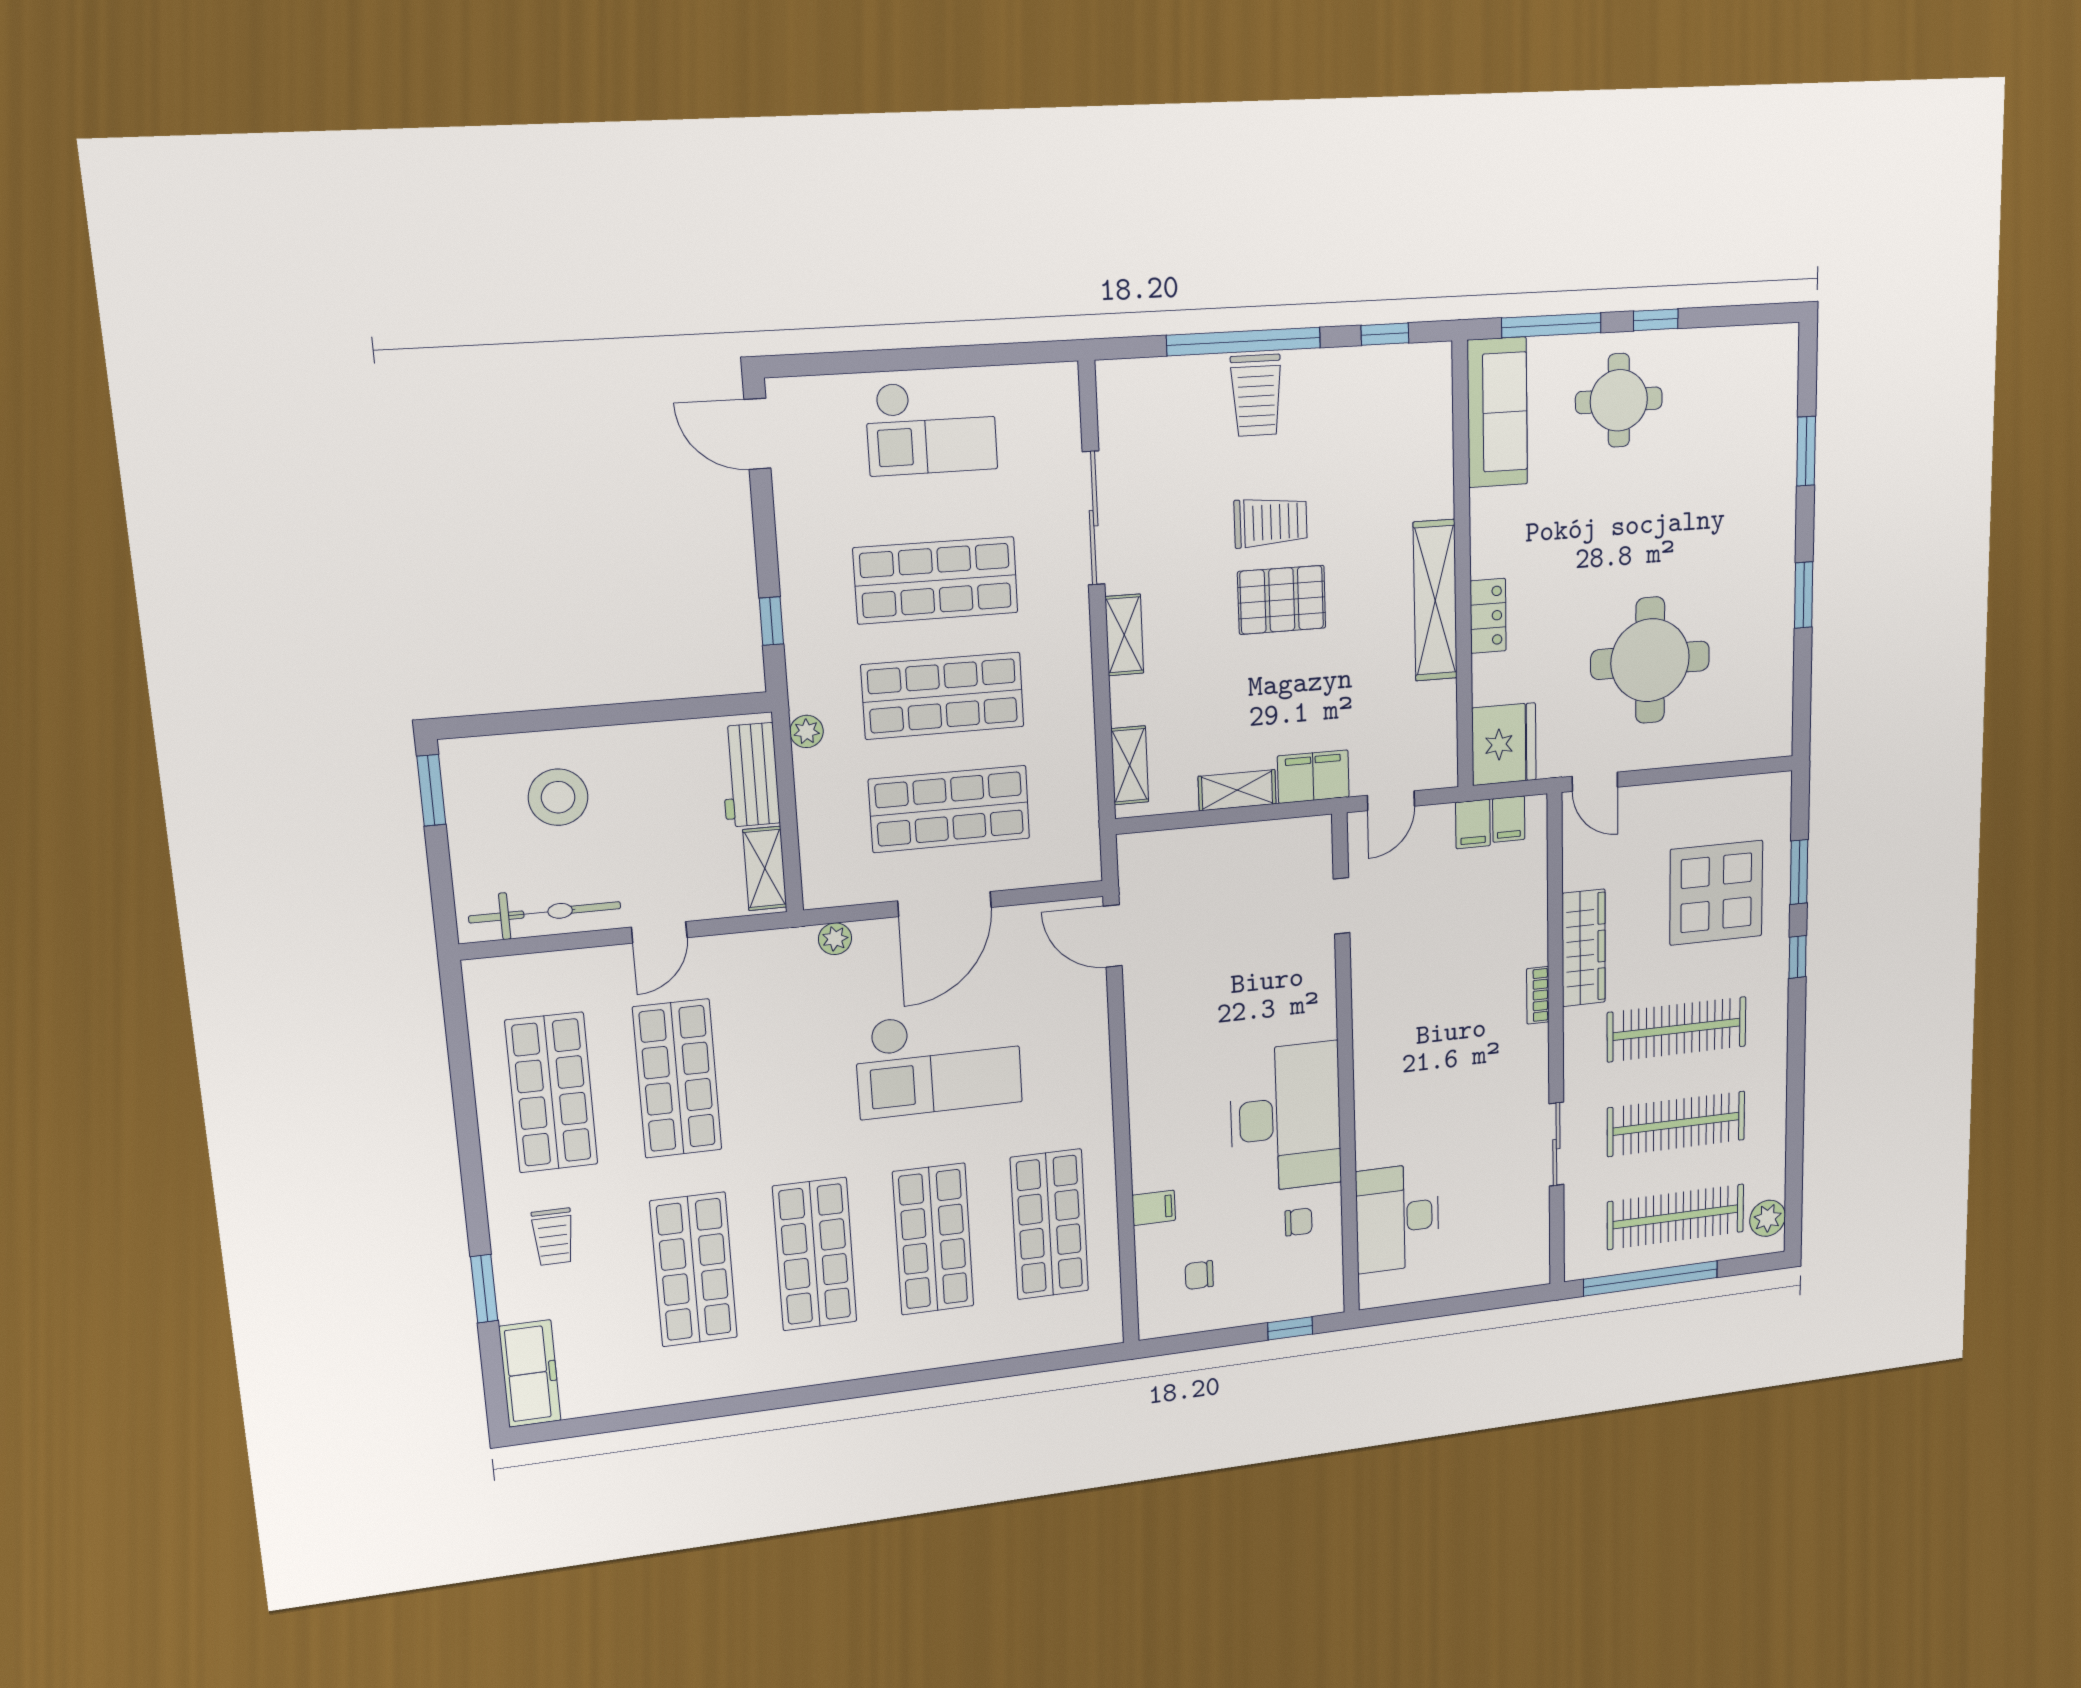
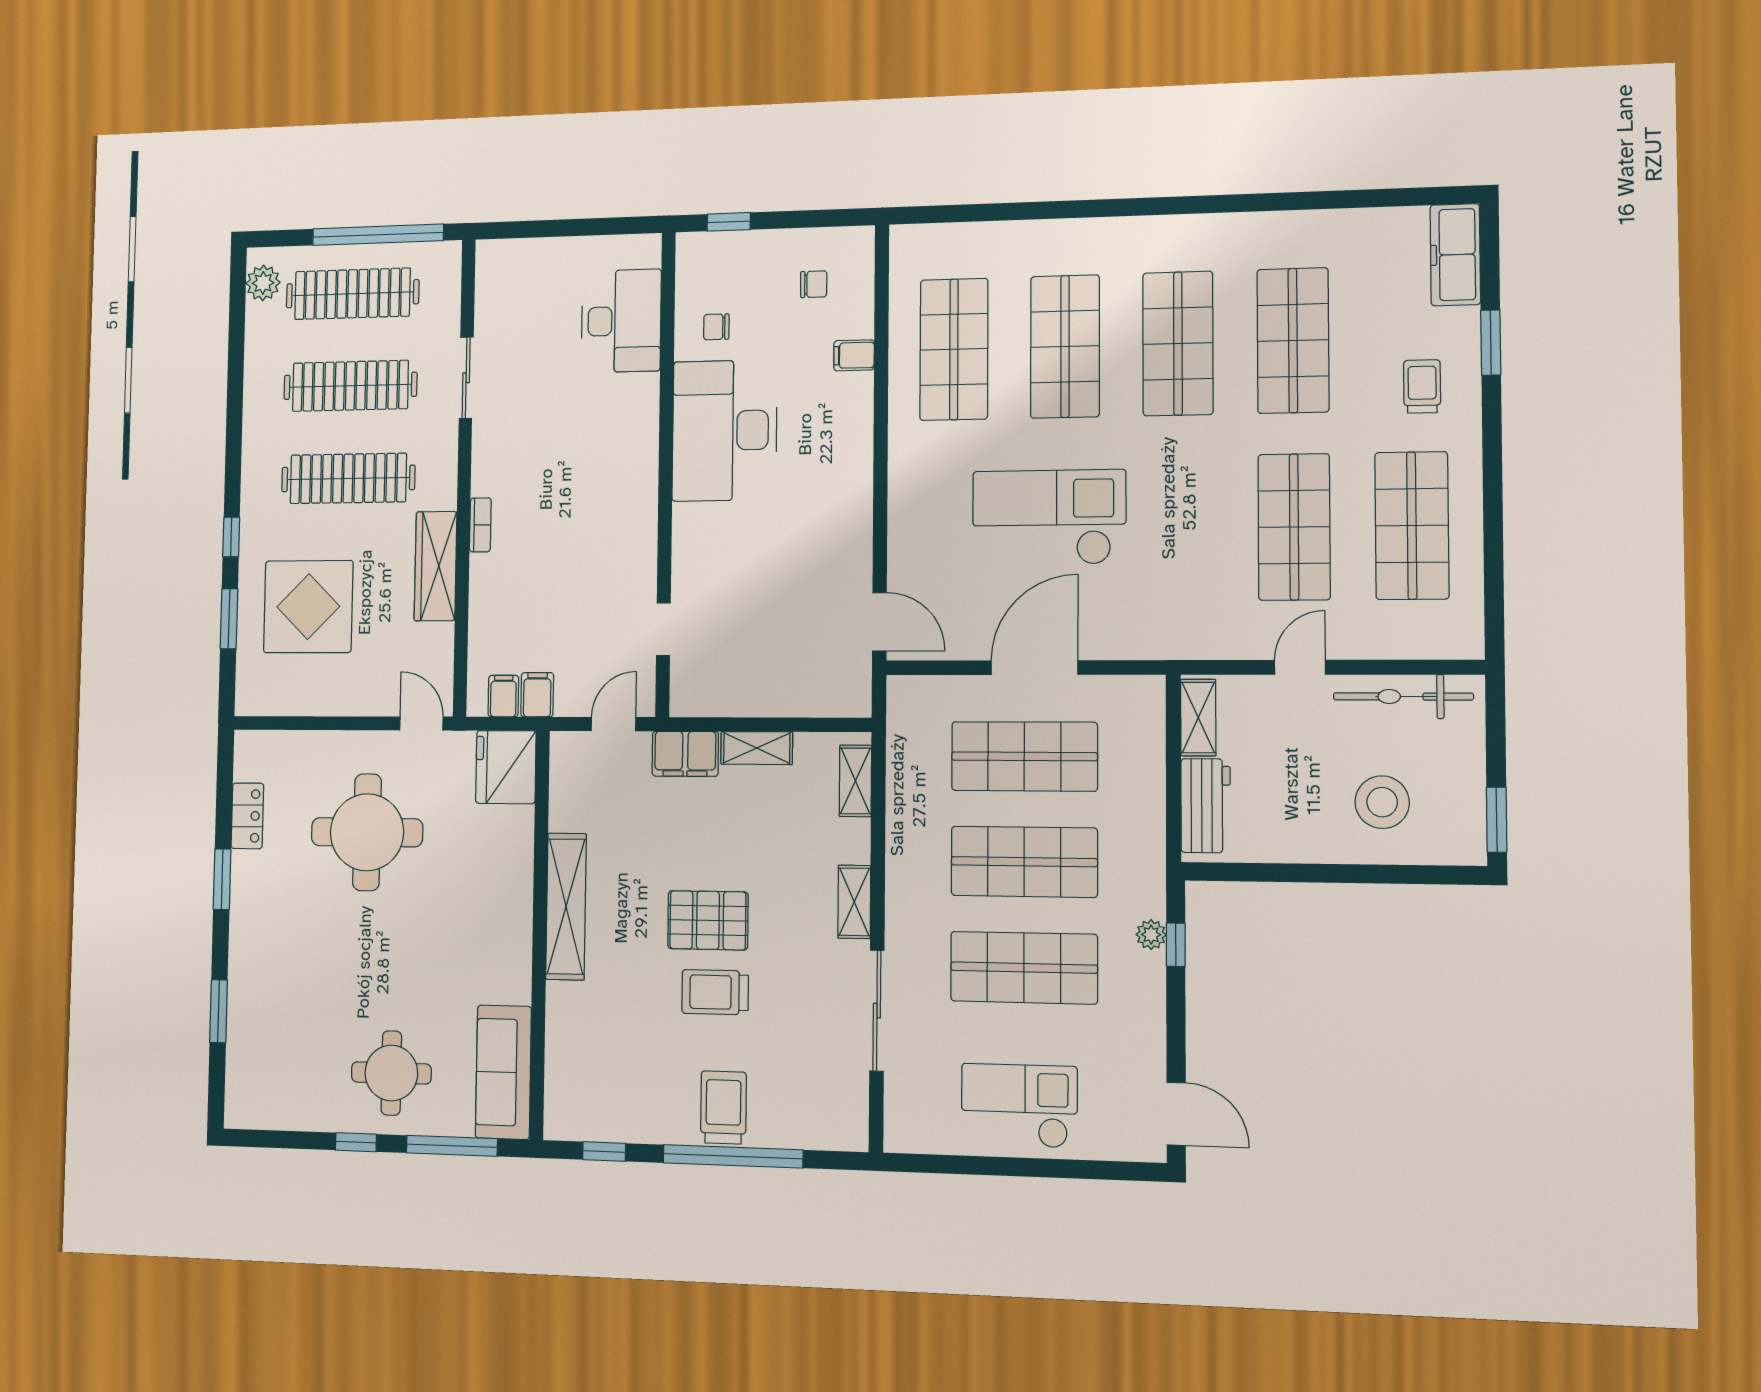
locker: (1488, 616) -> (247, 816), moved, turned 180
plant: (807, 731) -> (1151, 935), moved
plant: (835, 939) -> (1138, 645), removed

